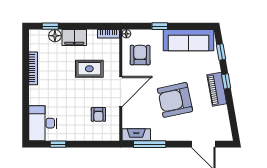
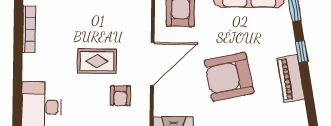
rug: (89, 69) -> (97, 61), moved
piano: (217, 89) -> (291, 79), moved

